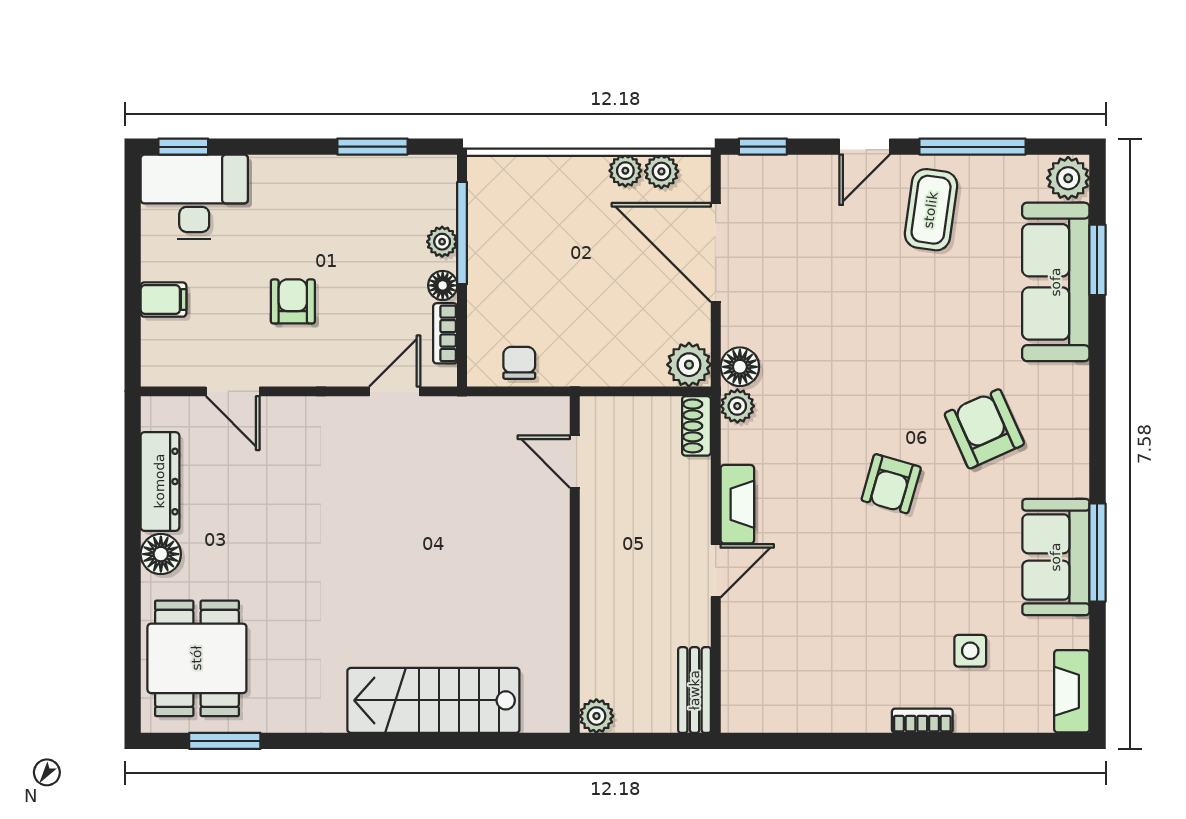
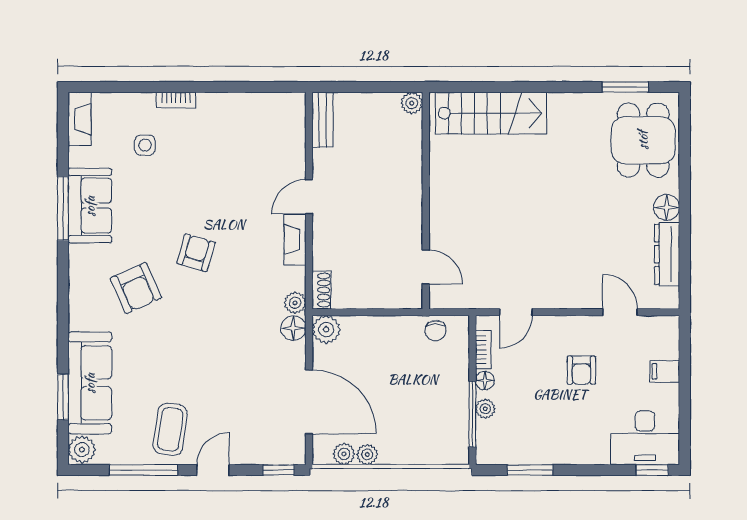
door: (575, 462) -> (426, 267), moved
wall: (575, 565) -> (426, 201), moved
plant: (596, 716) -> (412, 103), moved

